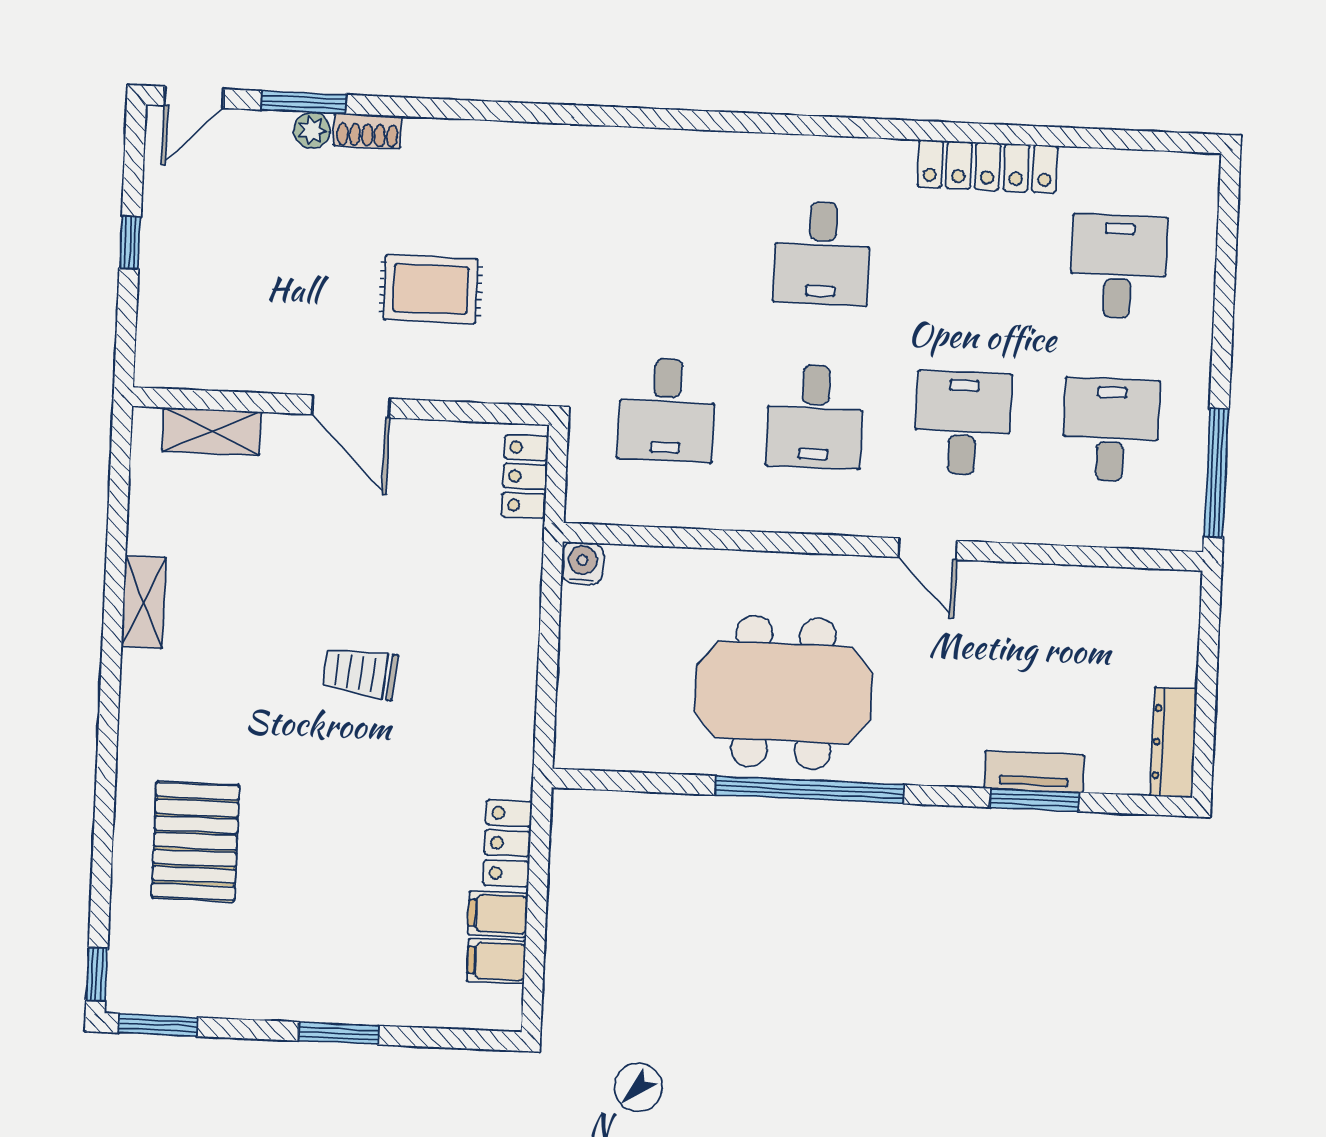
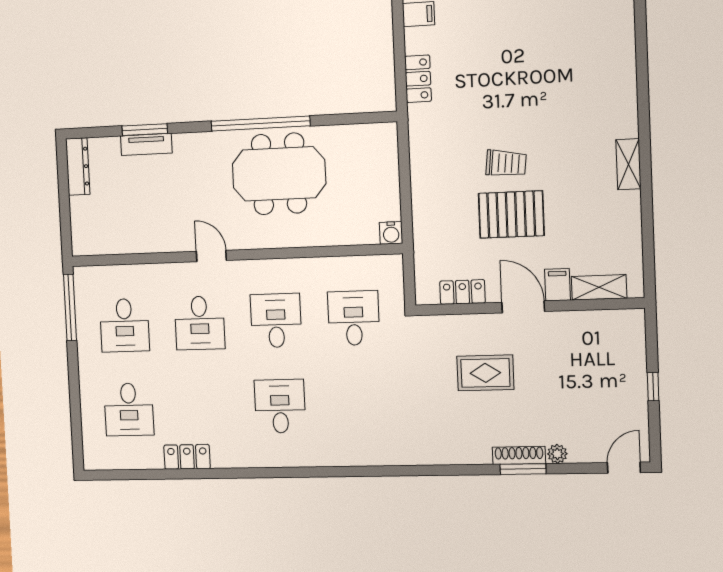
window: (304, 102) -> (523, 469), moved
shoe rack: (367, 131) -> (519, 455), width x1.43
locker: (988, 166) -> (187, 457), width x0.66
locker: (525, 476) -> (463, 292), moved, turned -90
shelving: (144, 602) -> (628, 164), moved
pallet: (196, 841) -> (511, 214), moved, turned 90
filing cabinet: (498, 914) -> (558, 285), moved, turned -90

